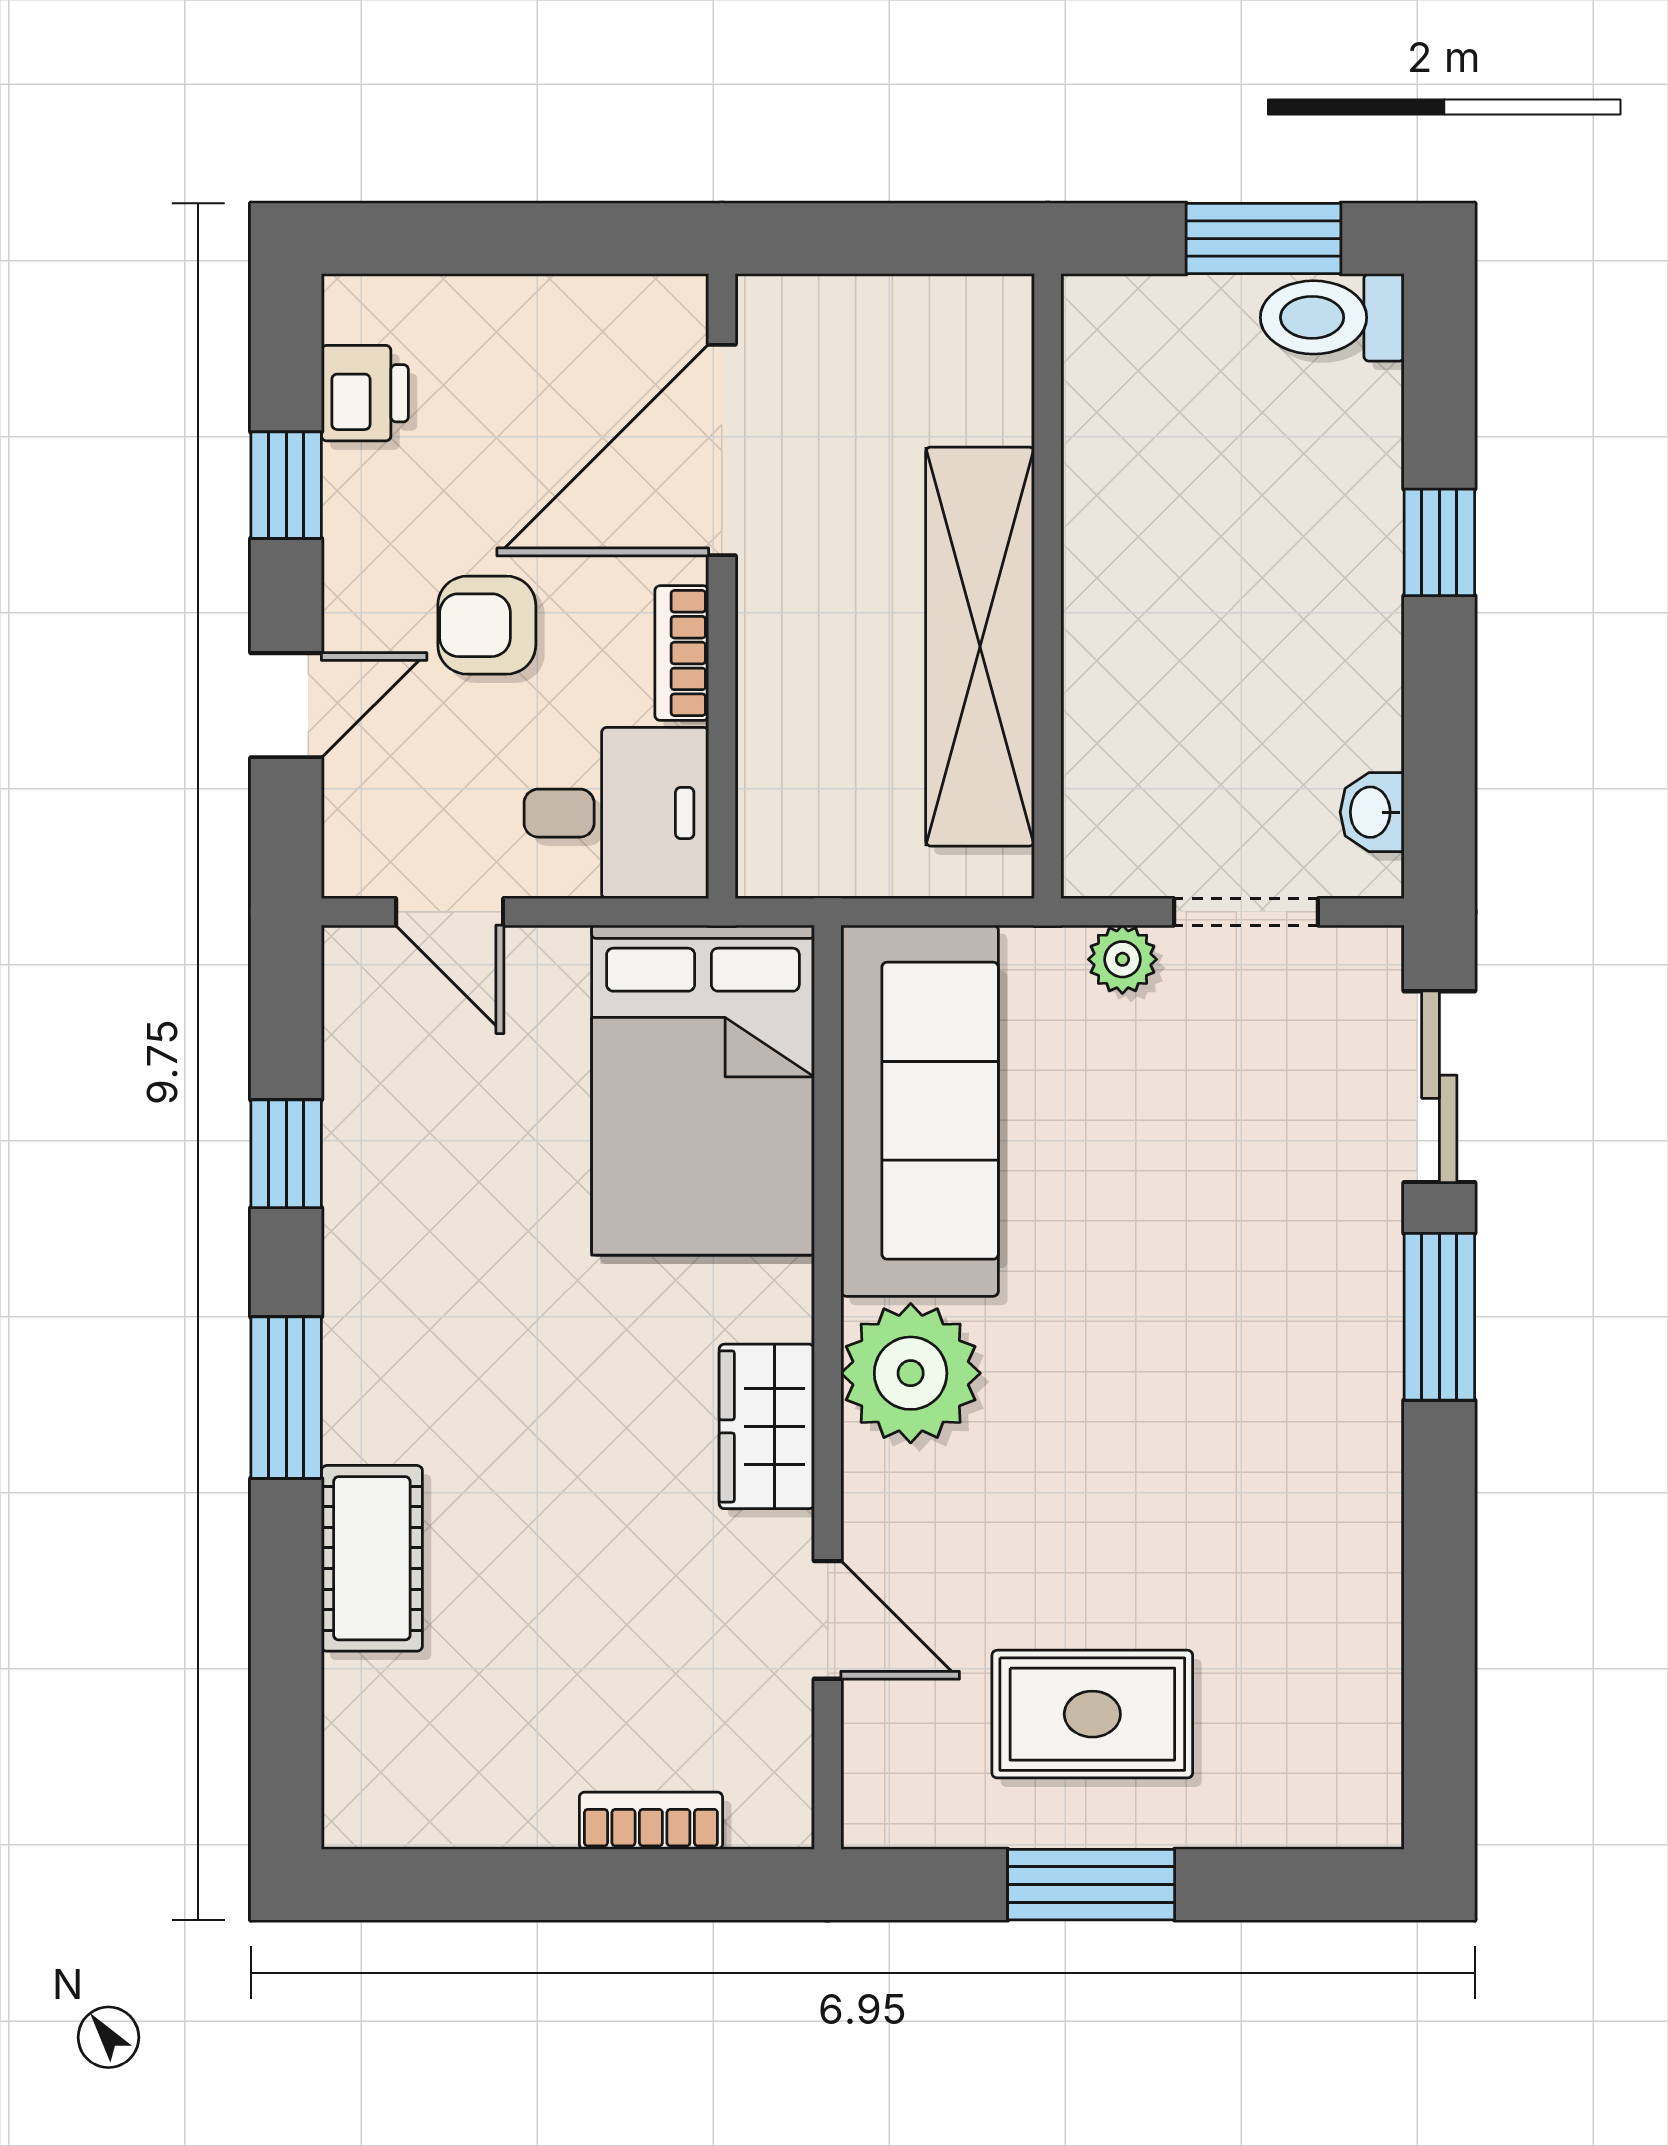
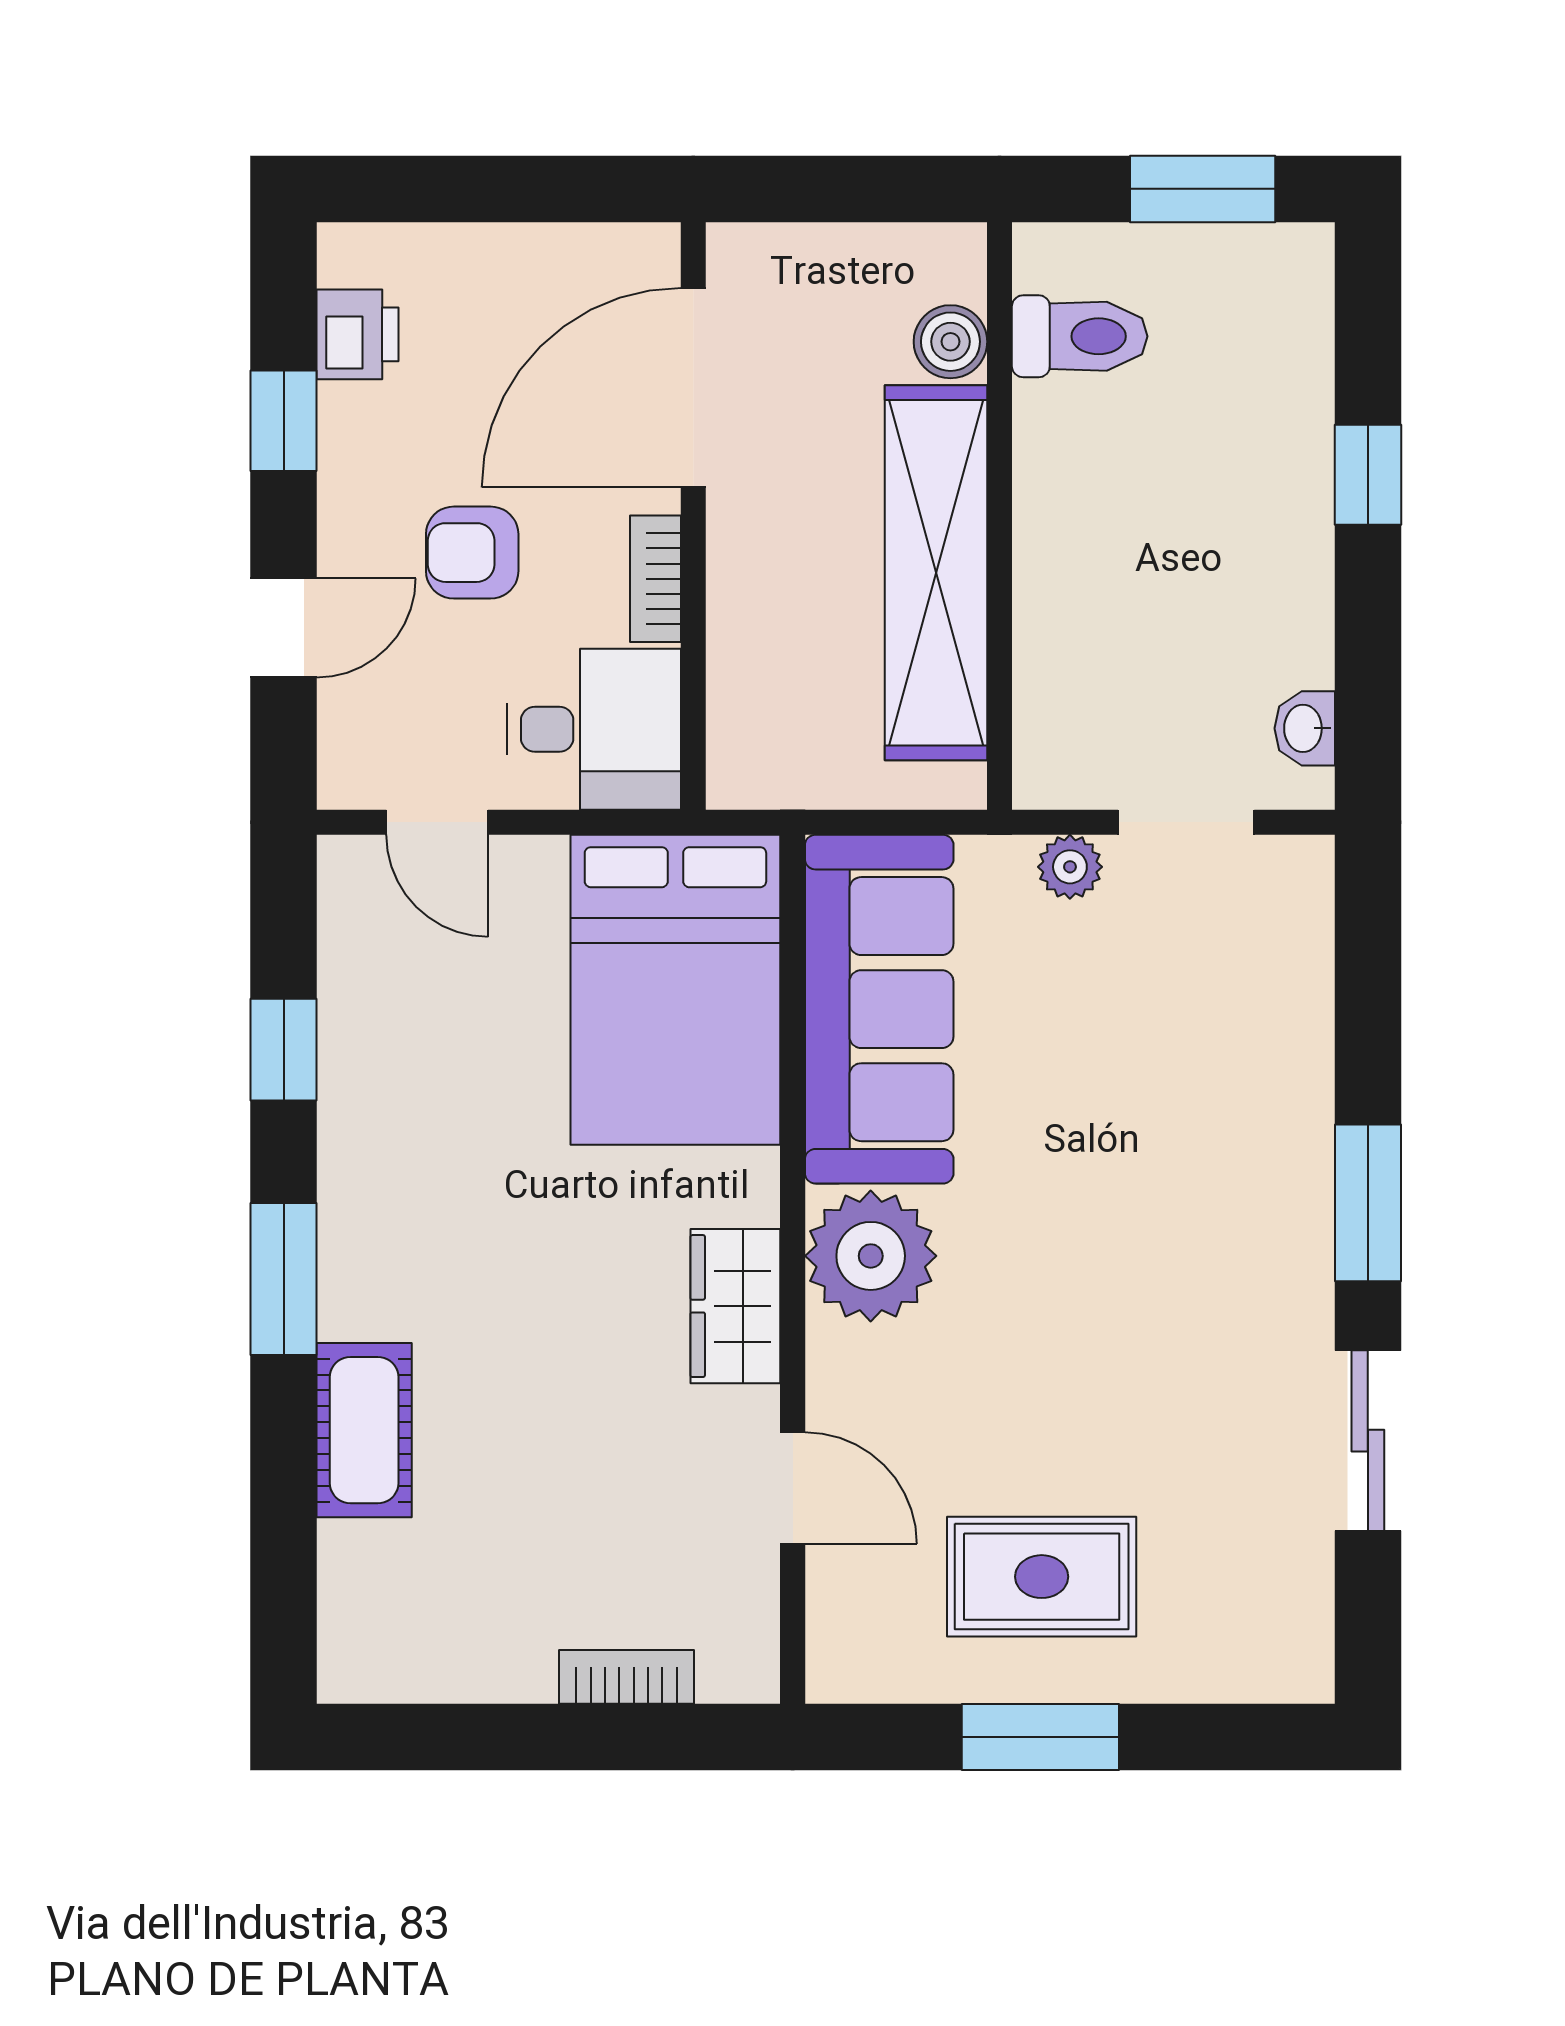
toilet: (1332, 317) -> (1080, 336), moved, turned 180
boiler: (995, 401) -> (950, 342), added
sliding door: (1439, 1087) -> (1368, 1441), moved

